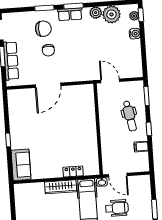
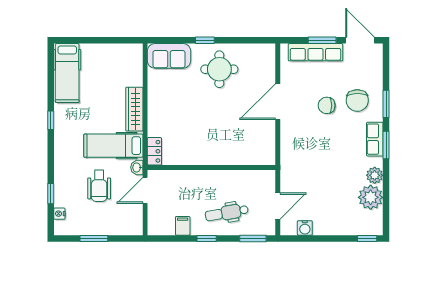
plant: (134, 16) -> (366, 229), removed
water cooler: (135, 34) -> (305, 228), moved
door: (110, 81) -> (278, 206), moved
door: (48, 85) -> (278, 102), hinge flipped
round table: (28, 128) -> (219, 69), added
locker: (73, 172) -> (154, 151), moved

